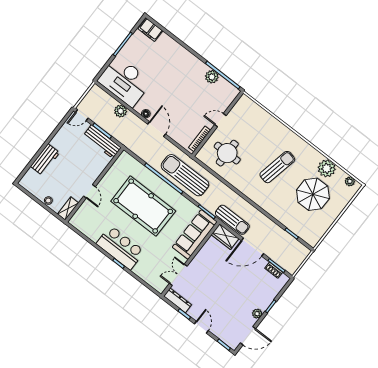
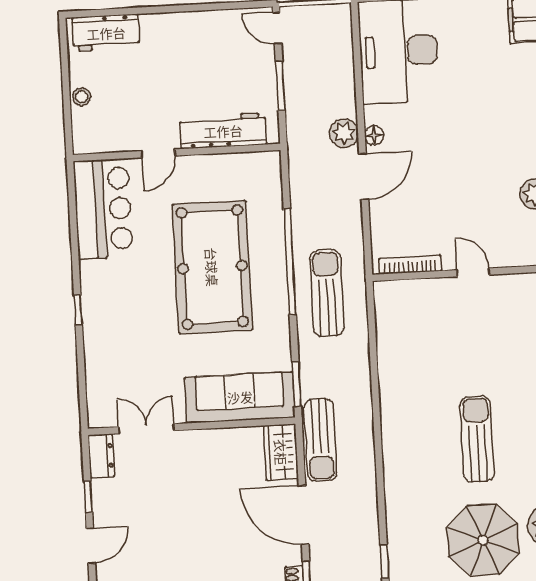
plant: (121, 111) -> (344, 133), moved
workbench: (102, 142) -> (223, 131), moved, turned 90
round table: (227, 153) -> (427, 333), removed
workbench: (45, 159) -> (106, 33), moved
sun lounger: (277, 167) -> (477, 439), turned -102
sun lounger: (185, 175) -> (327, 293), width x0.73, depth x0.75
shelving: (68, 209) -> (97, 142), removed
bar counter: (120, 248) -> (103, 209), moved
dresser: (178, 300) -> (101, 456), width x0.70

